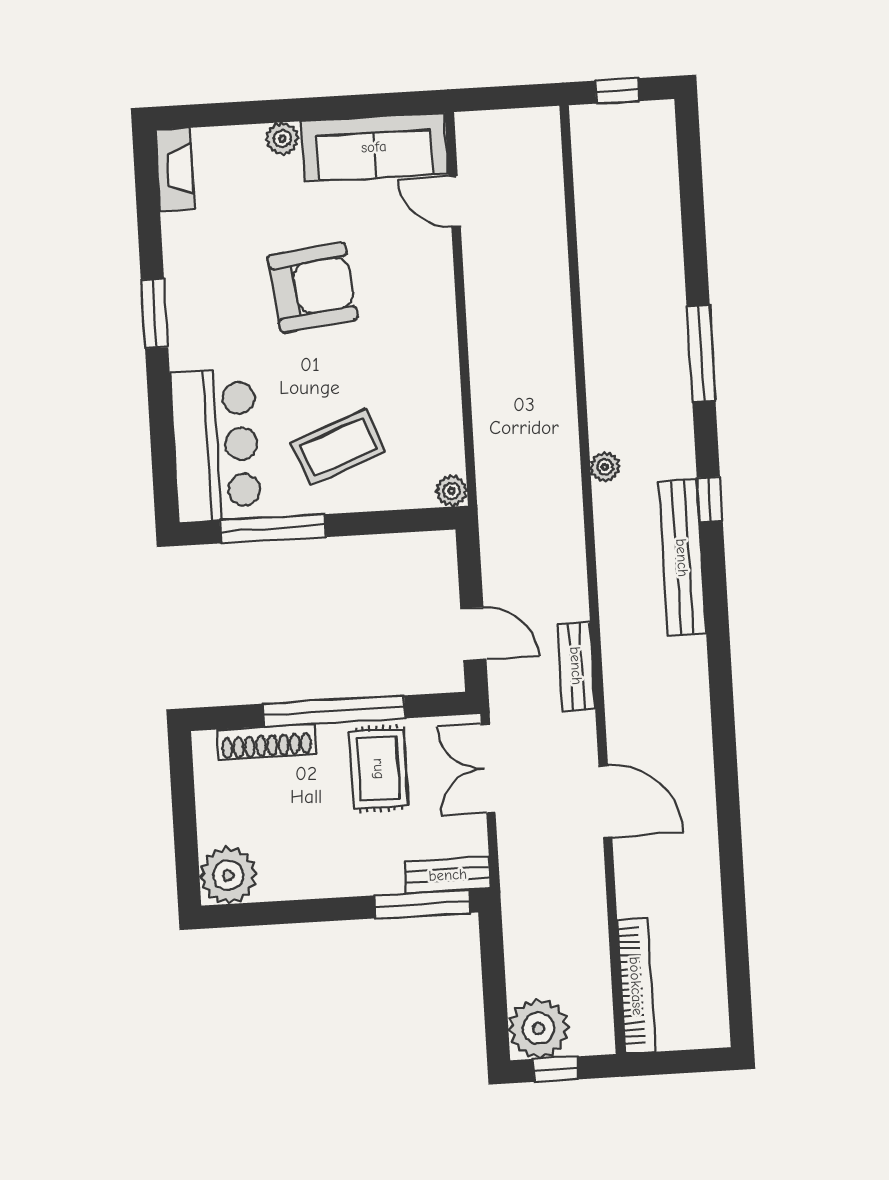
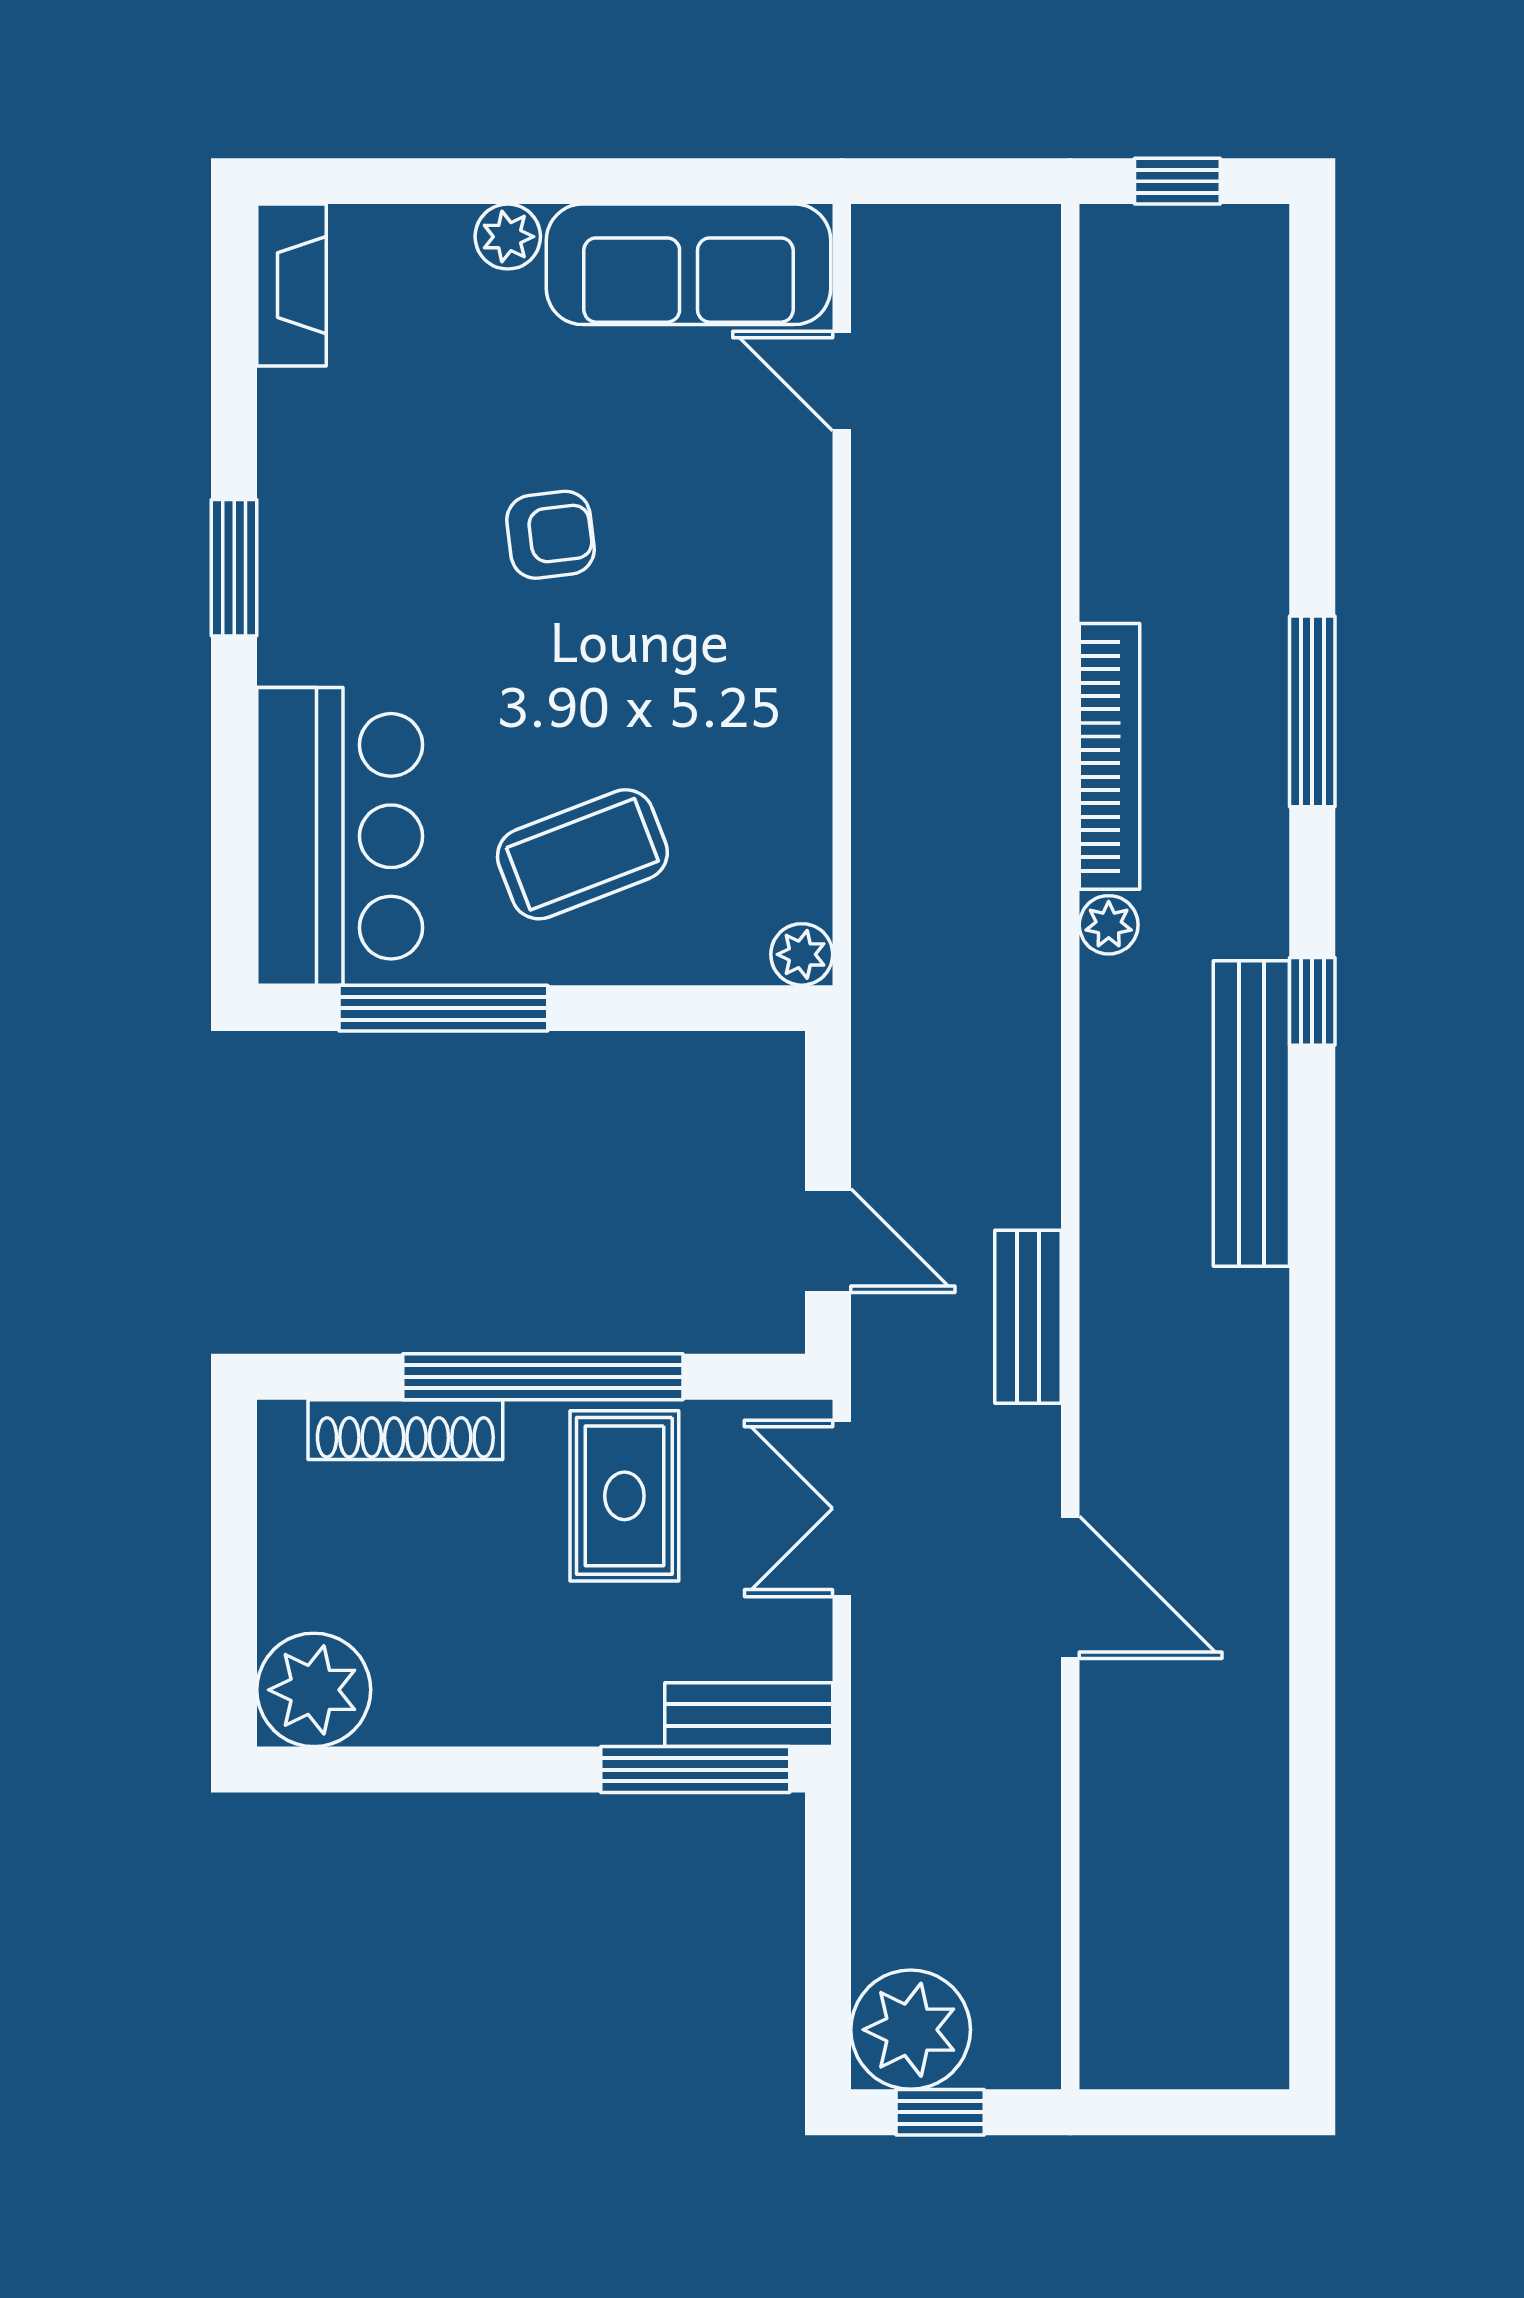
armchair: (313, 287) -> (551, 535), width x0.53, depth x0.53
bookcase: (636, 986) -> (1110, 756), moved

